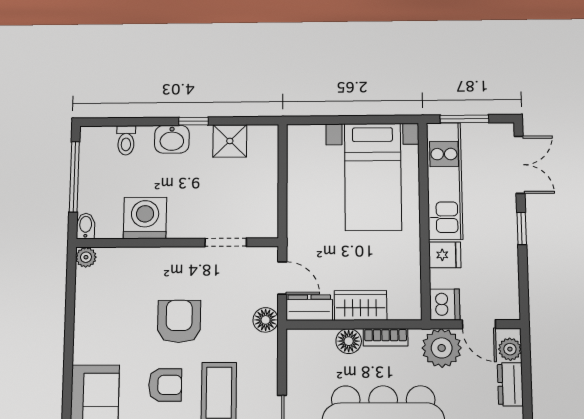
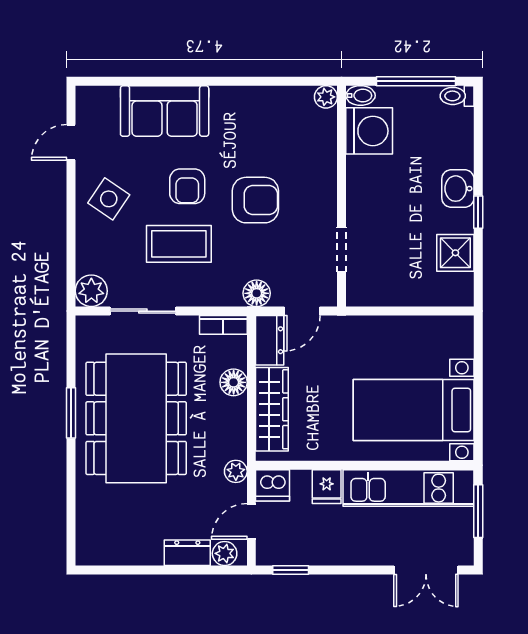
toilet: (126, 140) -> (457, 96), moved
washing machine: (145, 218) -> (369, 131), moved
window: (522, 228) -> (291, 570), moved
wardrobe: (361, 305) -> (272, 409), width x1.50
bookcase: (386, 337) -> (223, 325), moved, turned -90
plant: (442, 348) -> (236, 471), width x0.53, depth x0.53

